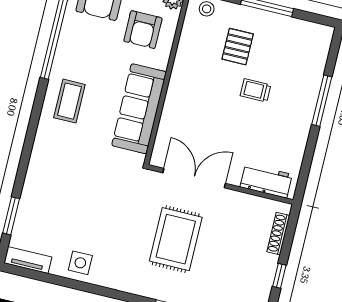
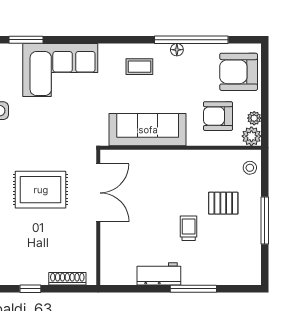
floor lamp: (61, 56) -> (177, 50), added
coffee table: (69, 101) -> (139, 67), width x0.73, depth x0.77
workbench: (266, 181) -> (159, 274), moved, turned -90
corner sofa: (53, 187) -> (60, 70), added

